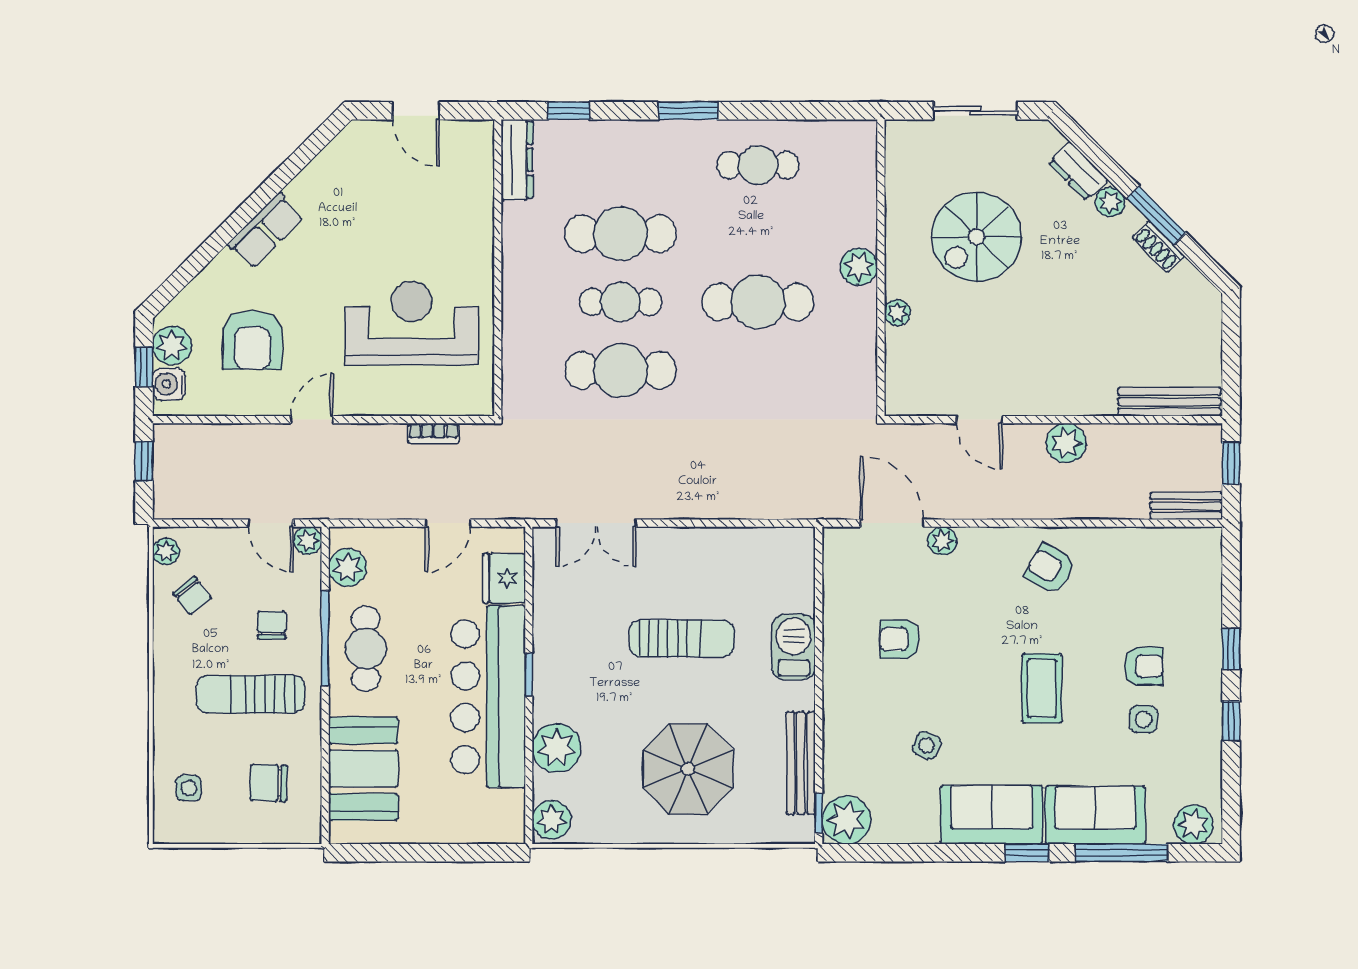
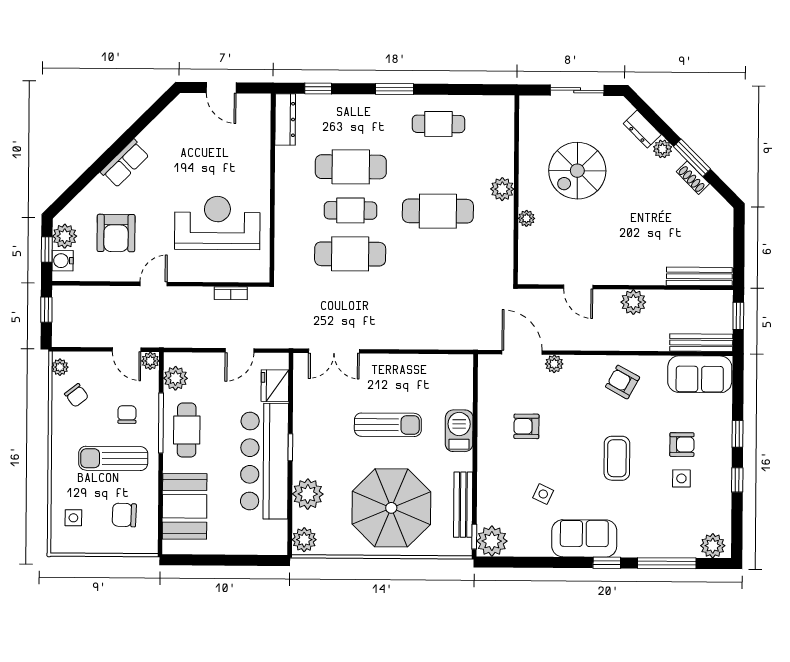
bench: (1186, 506) -> (701, 343), width x1.36
parasol: (688, 769) -> (391, 508), width x1.36, depth x1.36
sofa: (1095, 815) -> (700, 374), moved, turned 180

